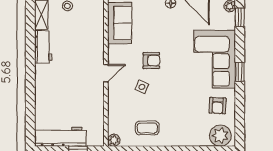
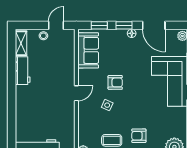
armchair: (218, 106) -> (139, 136), moved, turned 87

